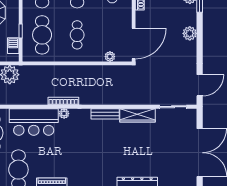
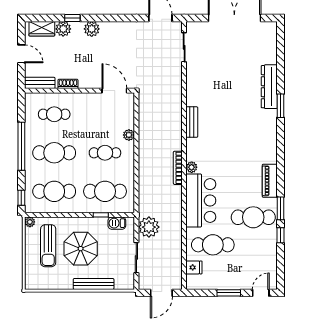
plant: (190, 33) -> (92, 29), moved
door: (134, 43) -> (114, 91), width x0.73
plant: (110, 57) -> (129, 135), moved
wardrobe: (138, 115) -> (193, 86), removed

